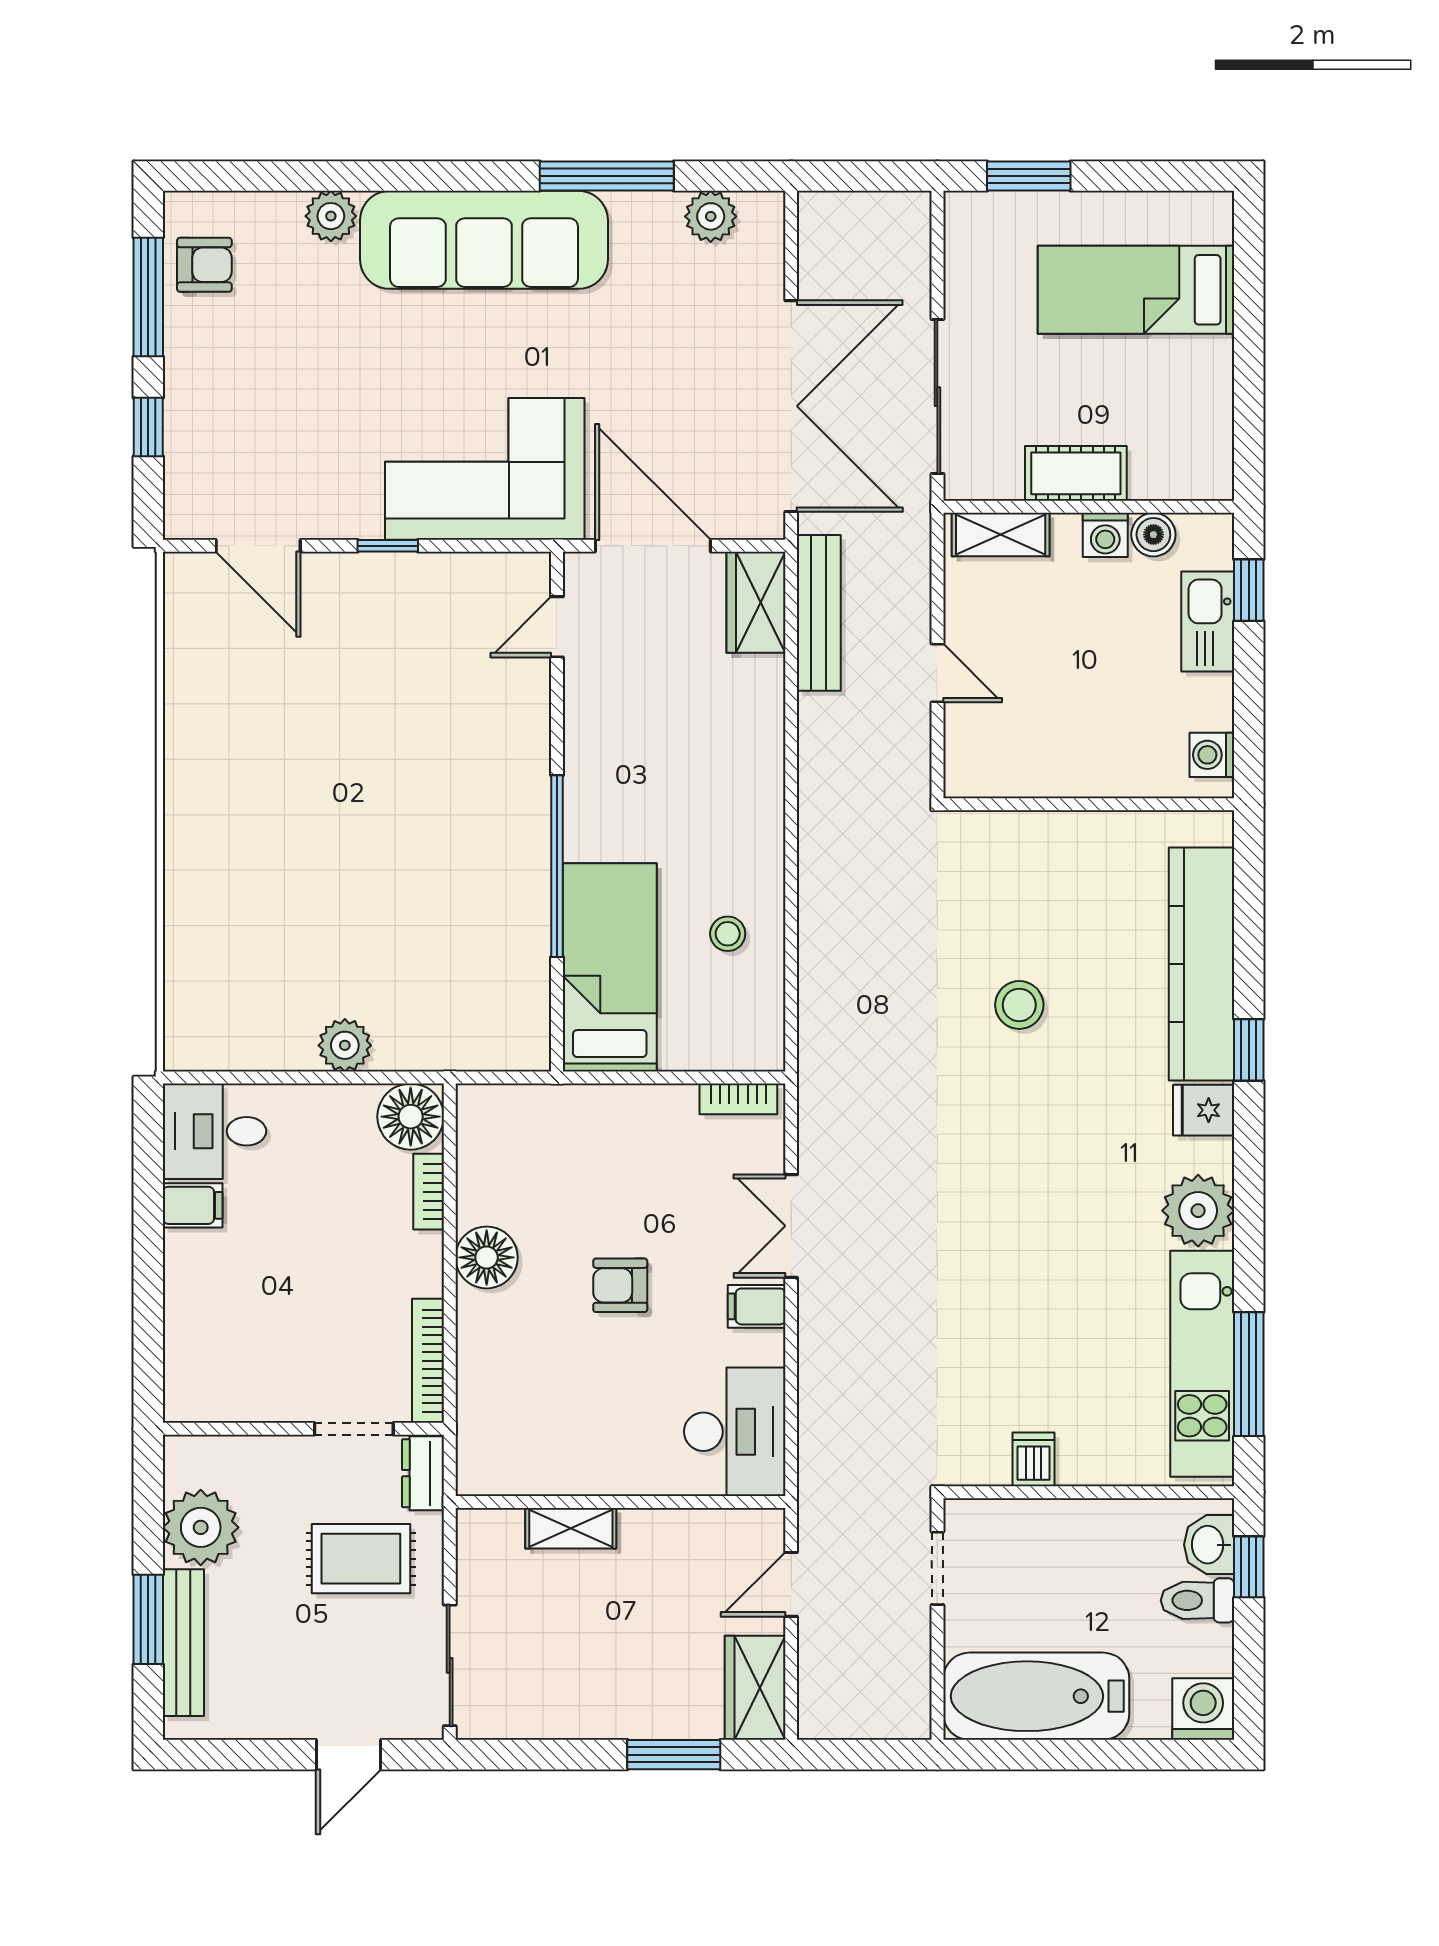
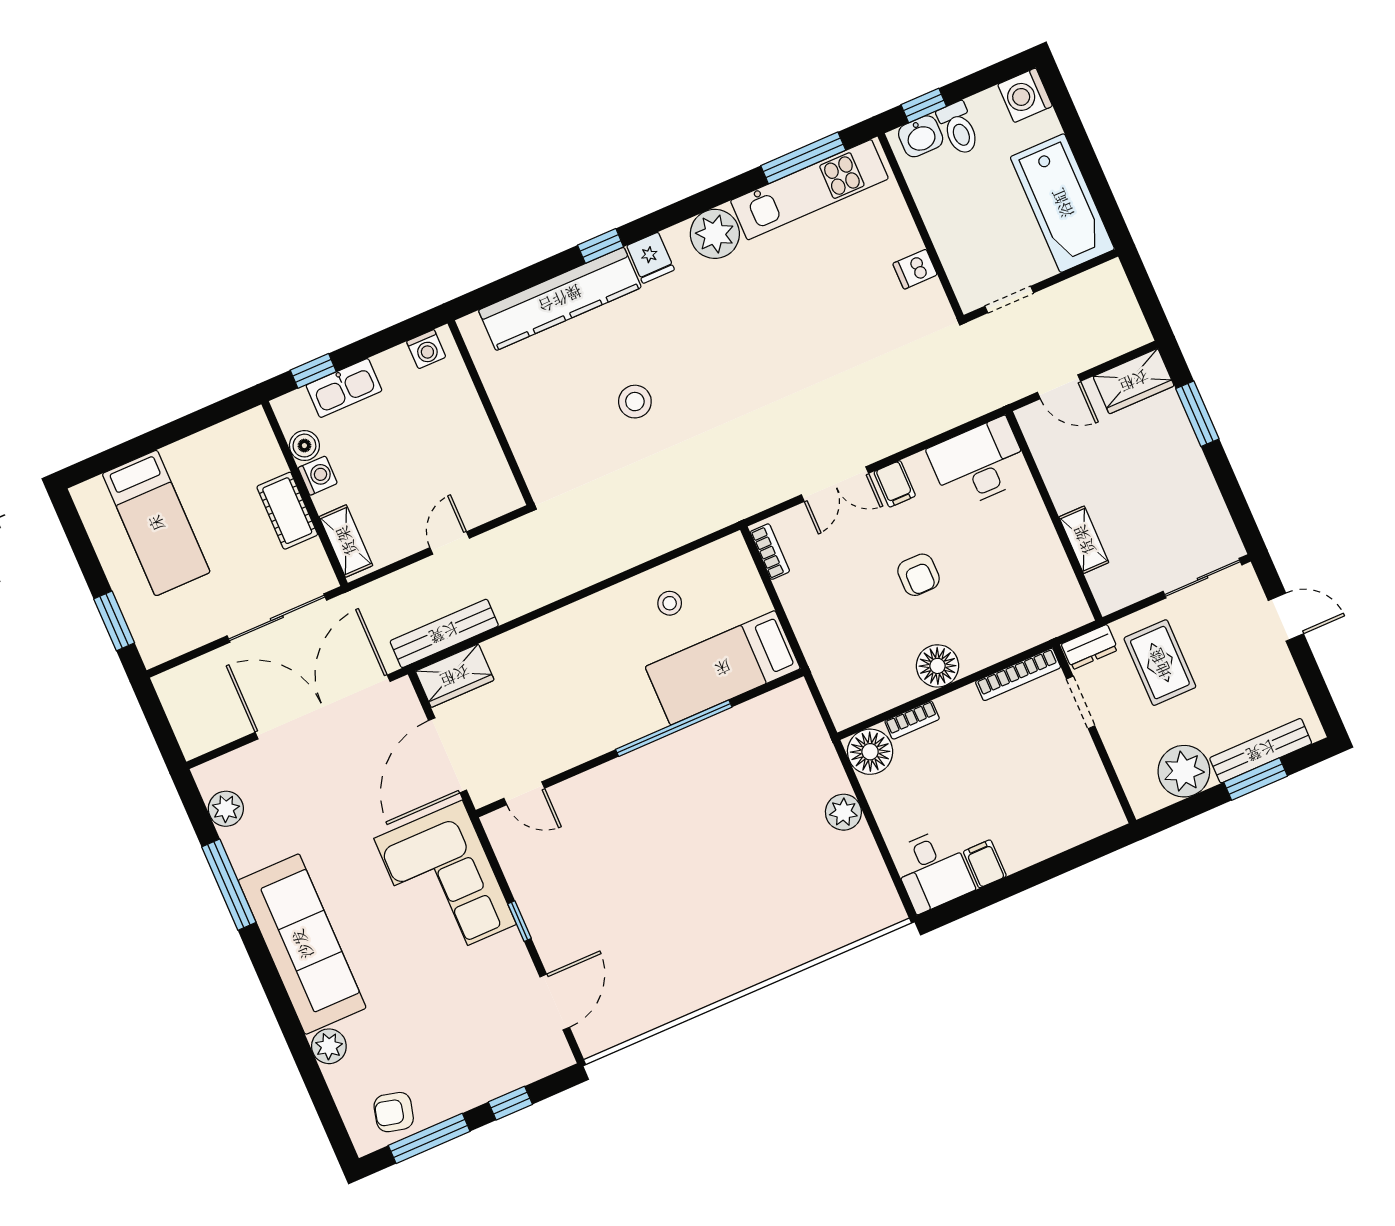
armchair: (204, 265) -> (394, 1112), turned -76

